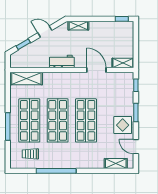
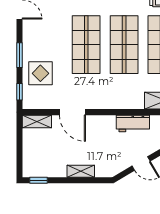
shelving: (78, 26) -> (81, 171), moved
workbench: (62, 61) -> (133, 123), moved
display table: (123, 125) -> (40, 73), moved

